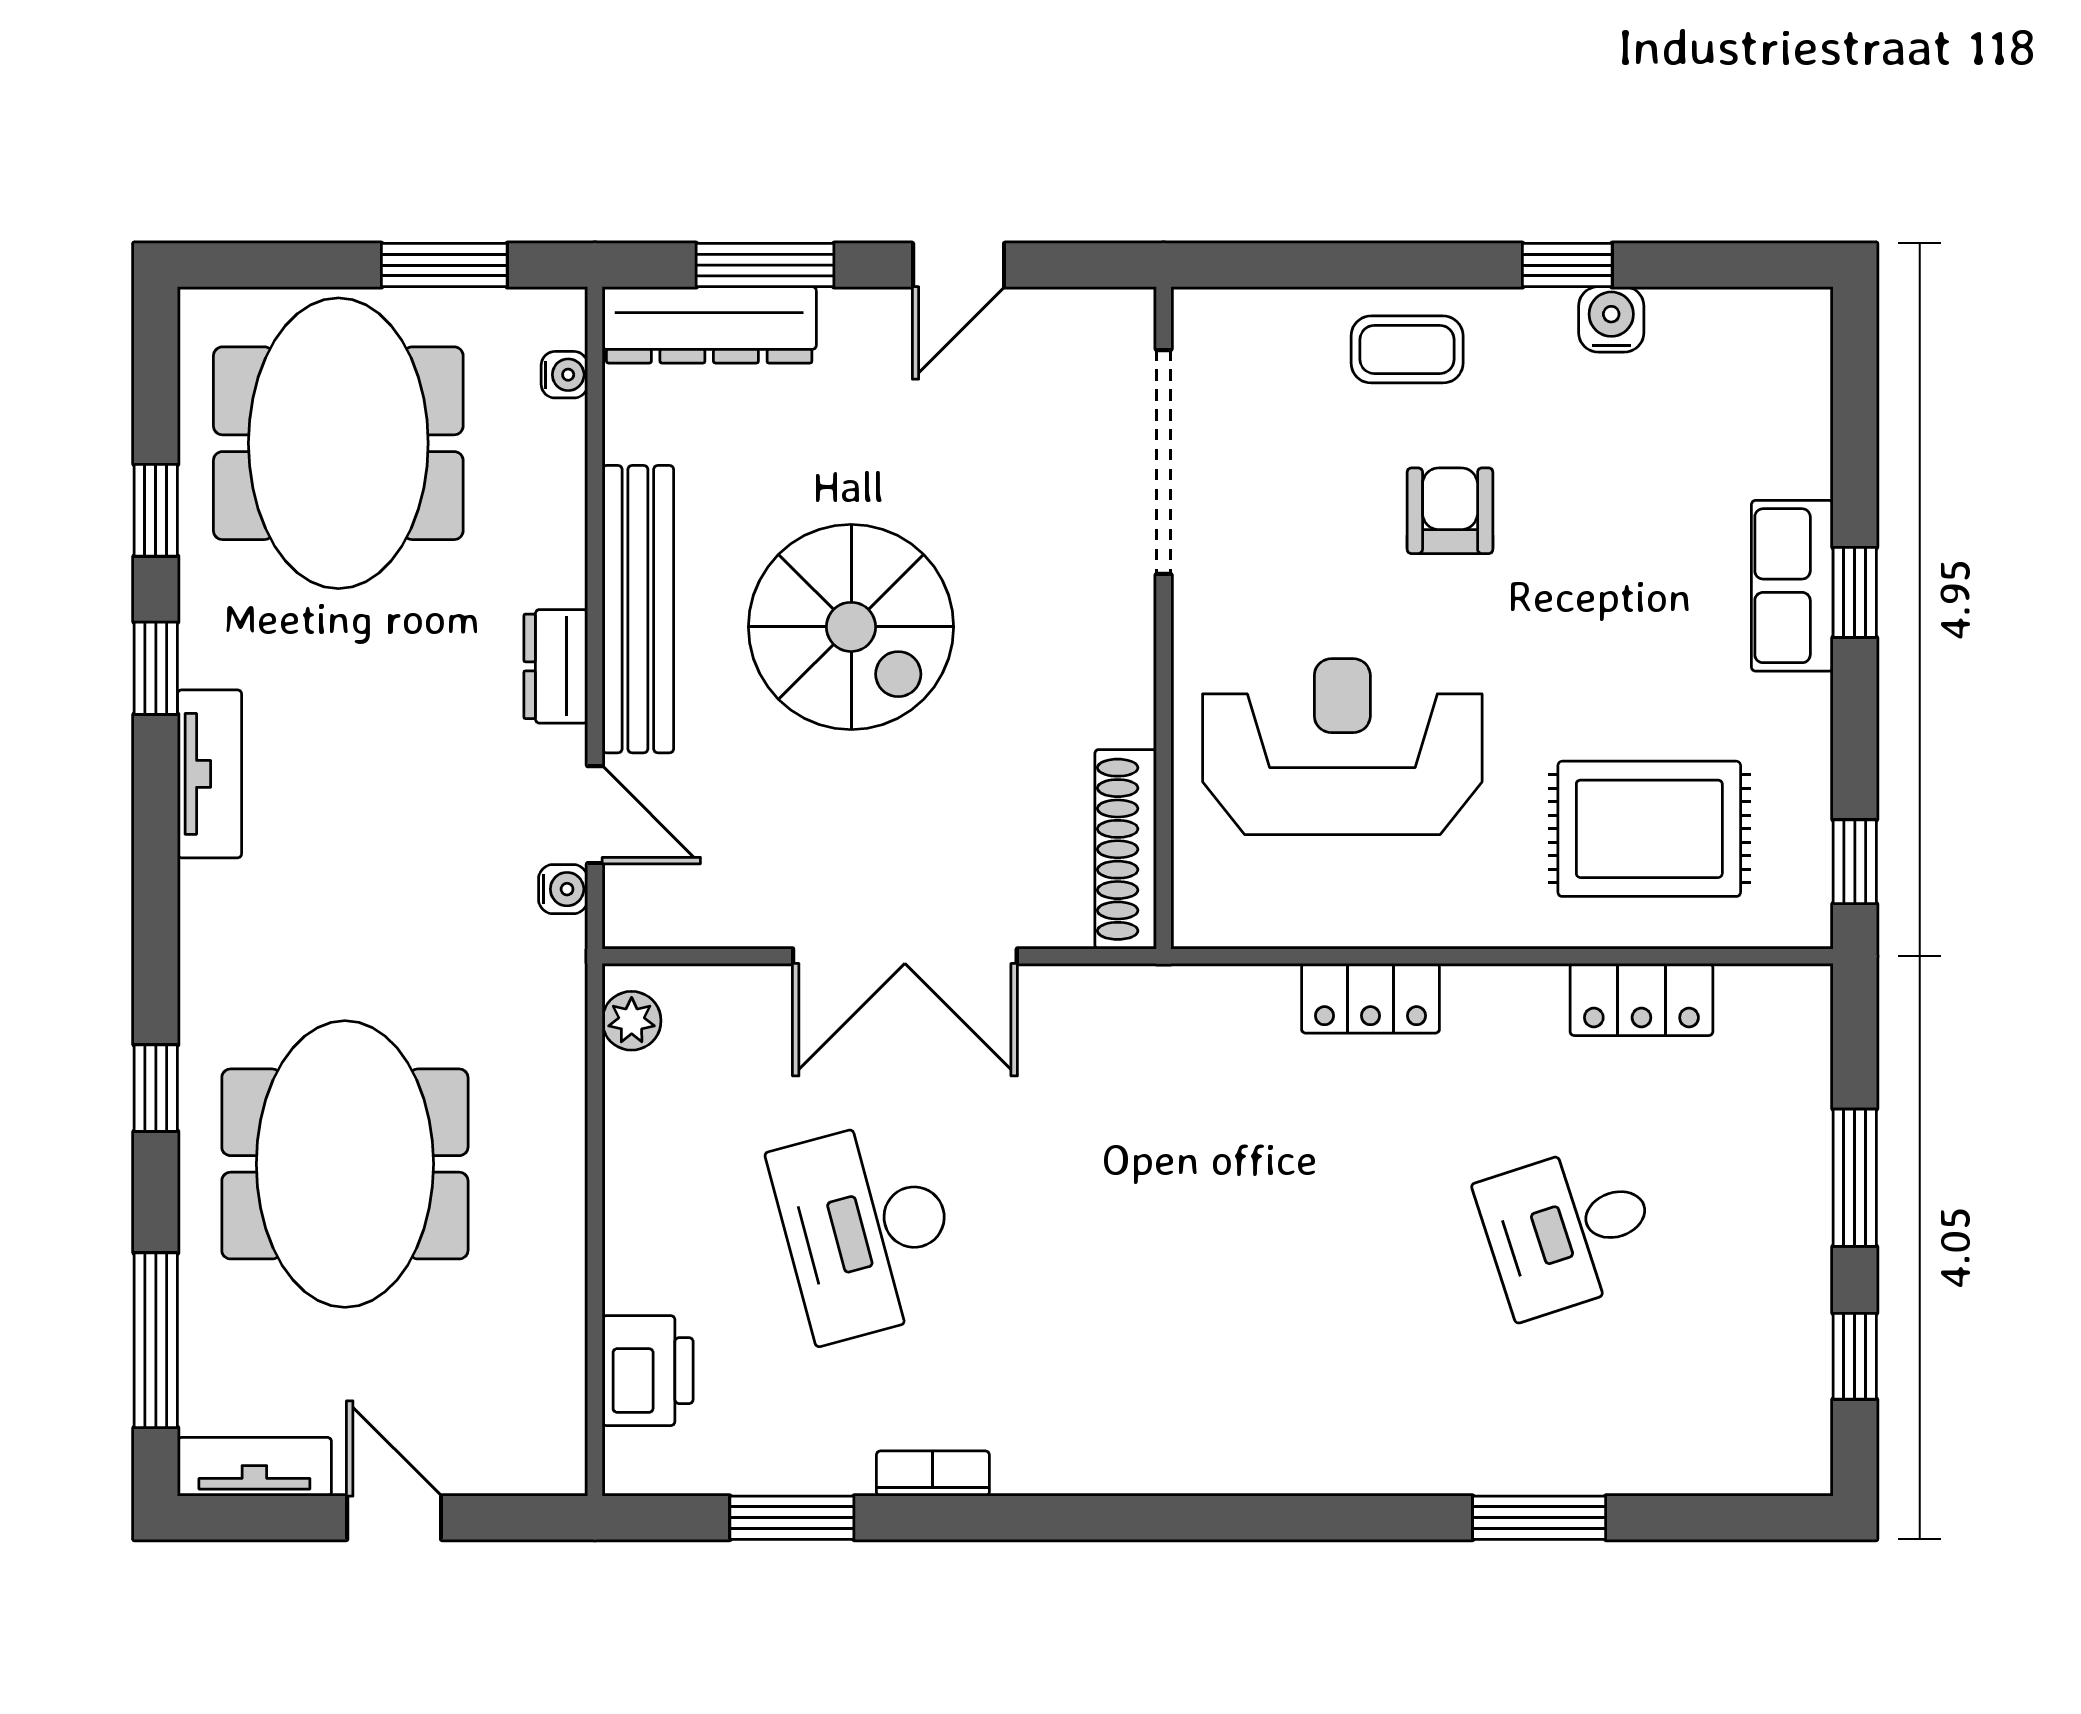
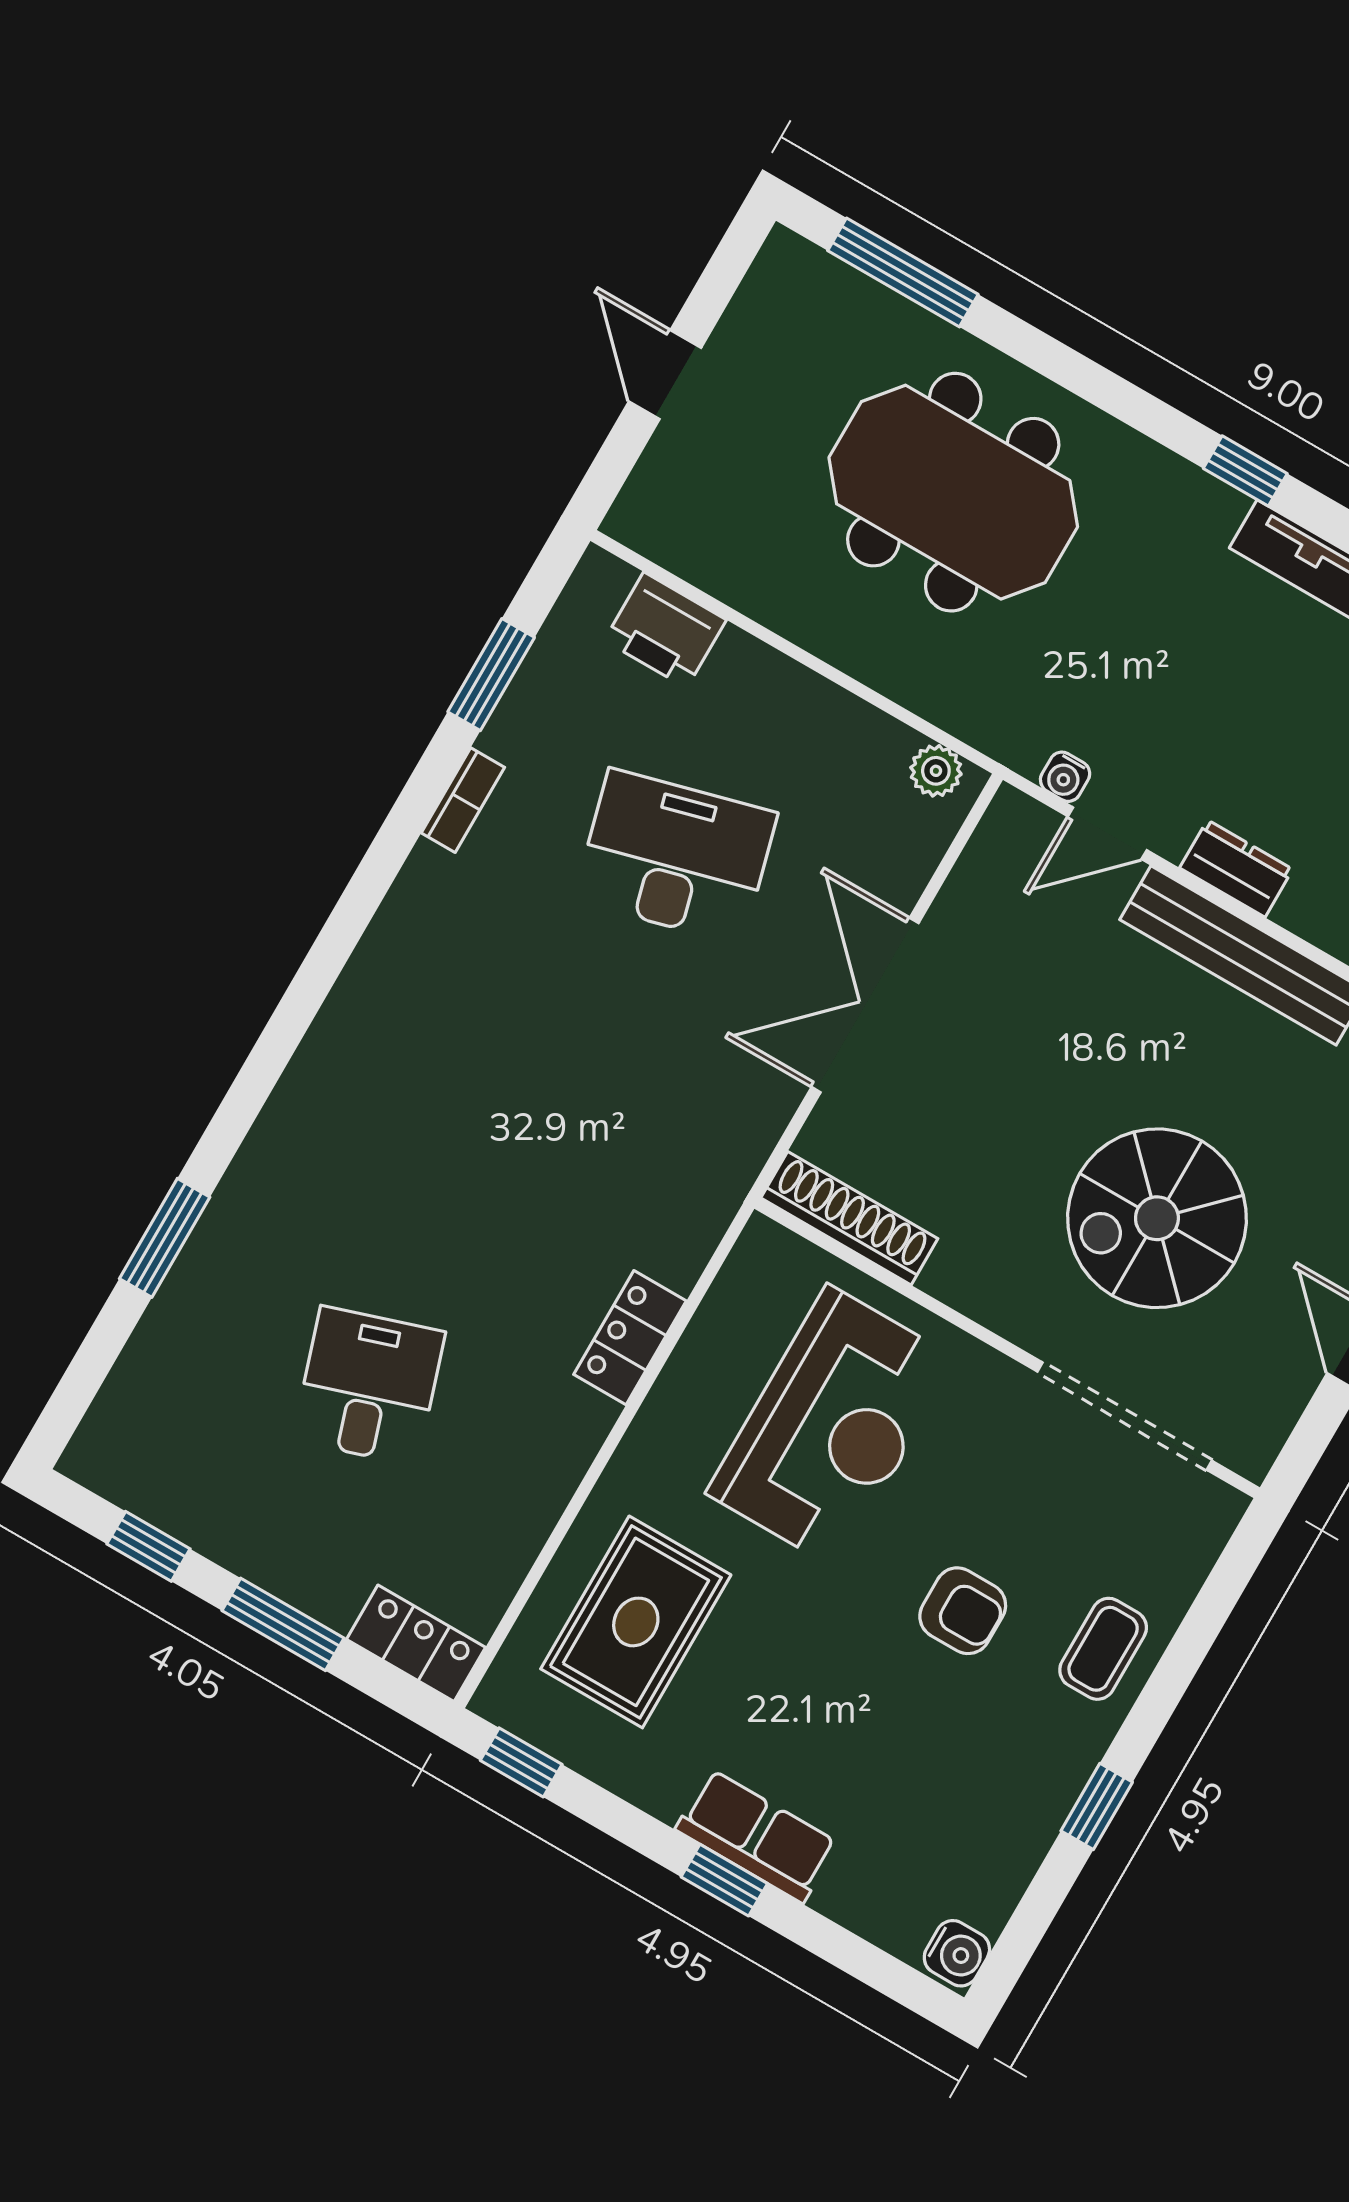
water cooler: (1611, 319) -> (957, 1953), moved
spiral stairs: (851, 627) -> (1157, 1218), moved
locker: (1641, 999) -> (416, 1643), moved, turned 90
window: (156, 1088) -> (1245, 471), moved
tv unit: (254, 1467) -> (765, 292), removed
door: (394, 1518) -> (665, 375), swing flipped

